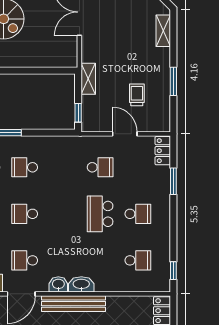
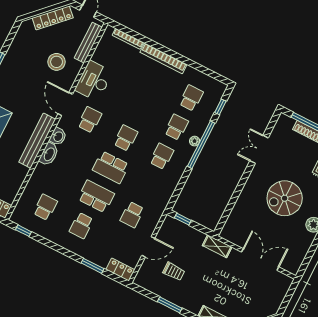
shelving: (88, 79) -> (217, 246), moved
school desk: (62, 214) -> (111, 167), added
school desk: (138, 260) -> (45, 207), turned 180

